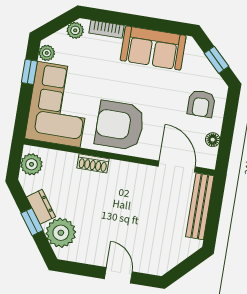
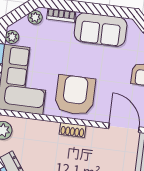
armchair: (120, 125) -> (75, 95), turned 90
shoe rack: (93, 163) -> (73, 130), moved

